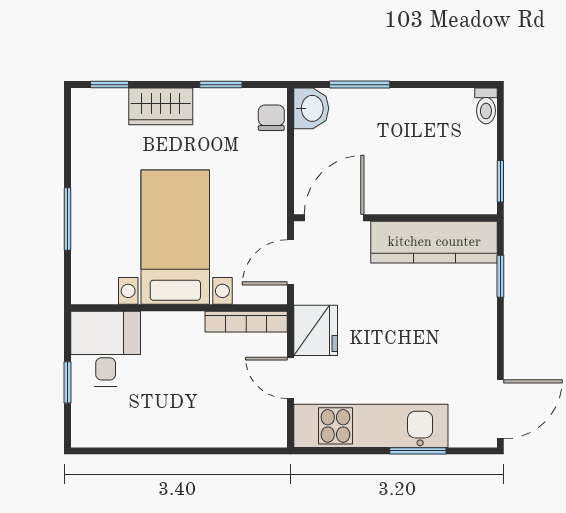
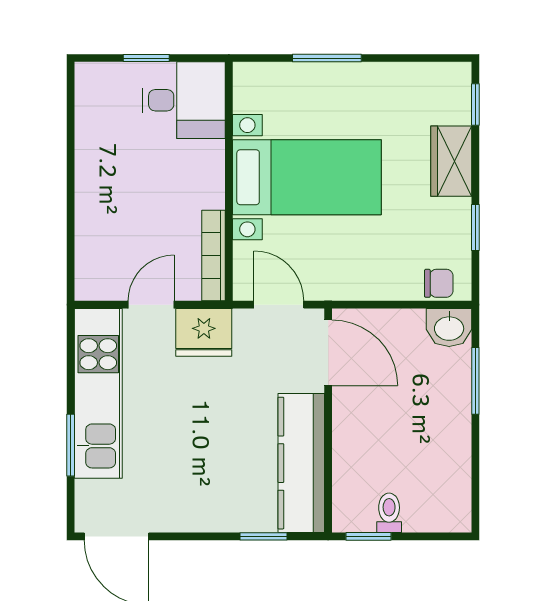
toilet: (486, 106) -> (389, 513), moved, turned 90

